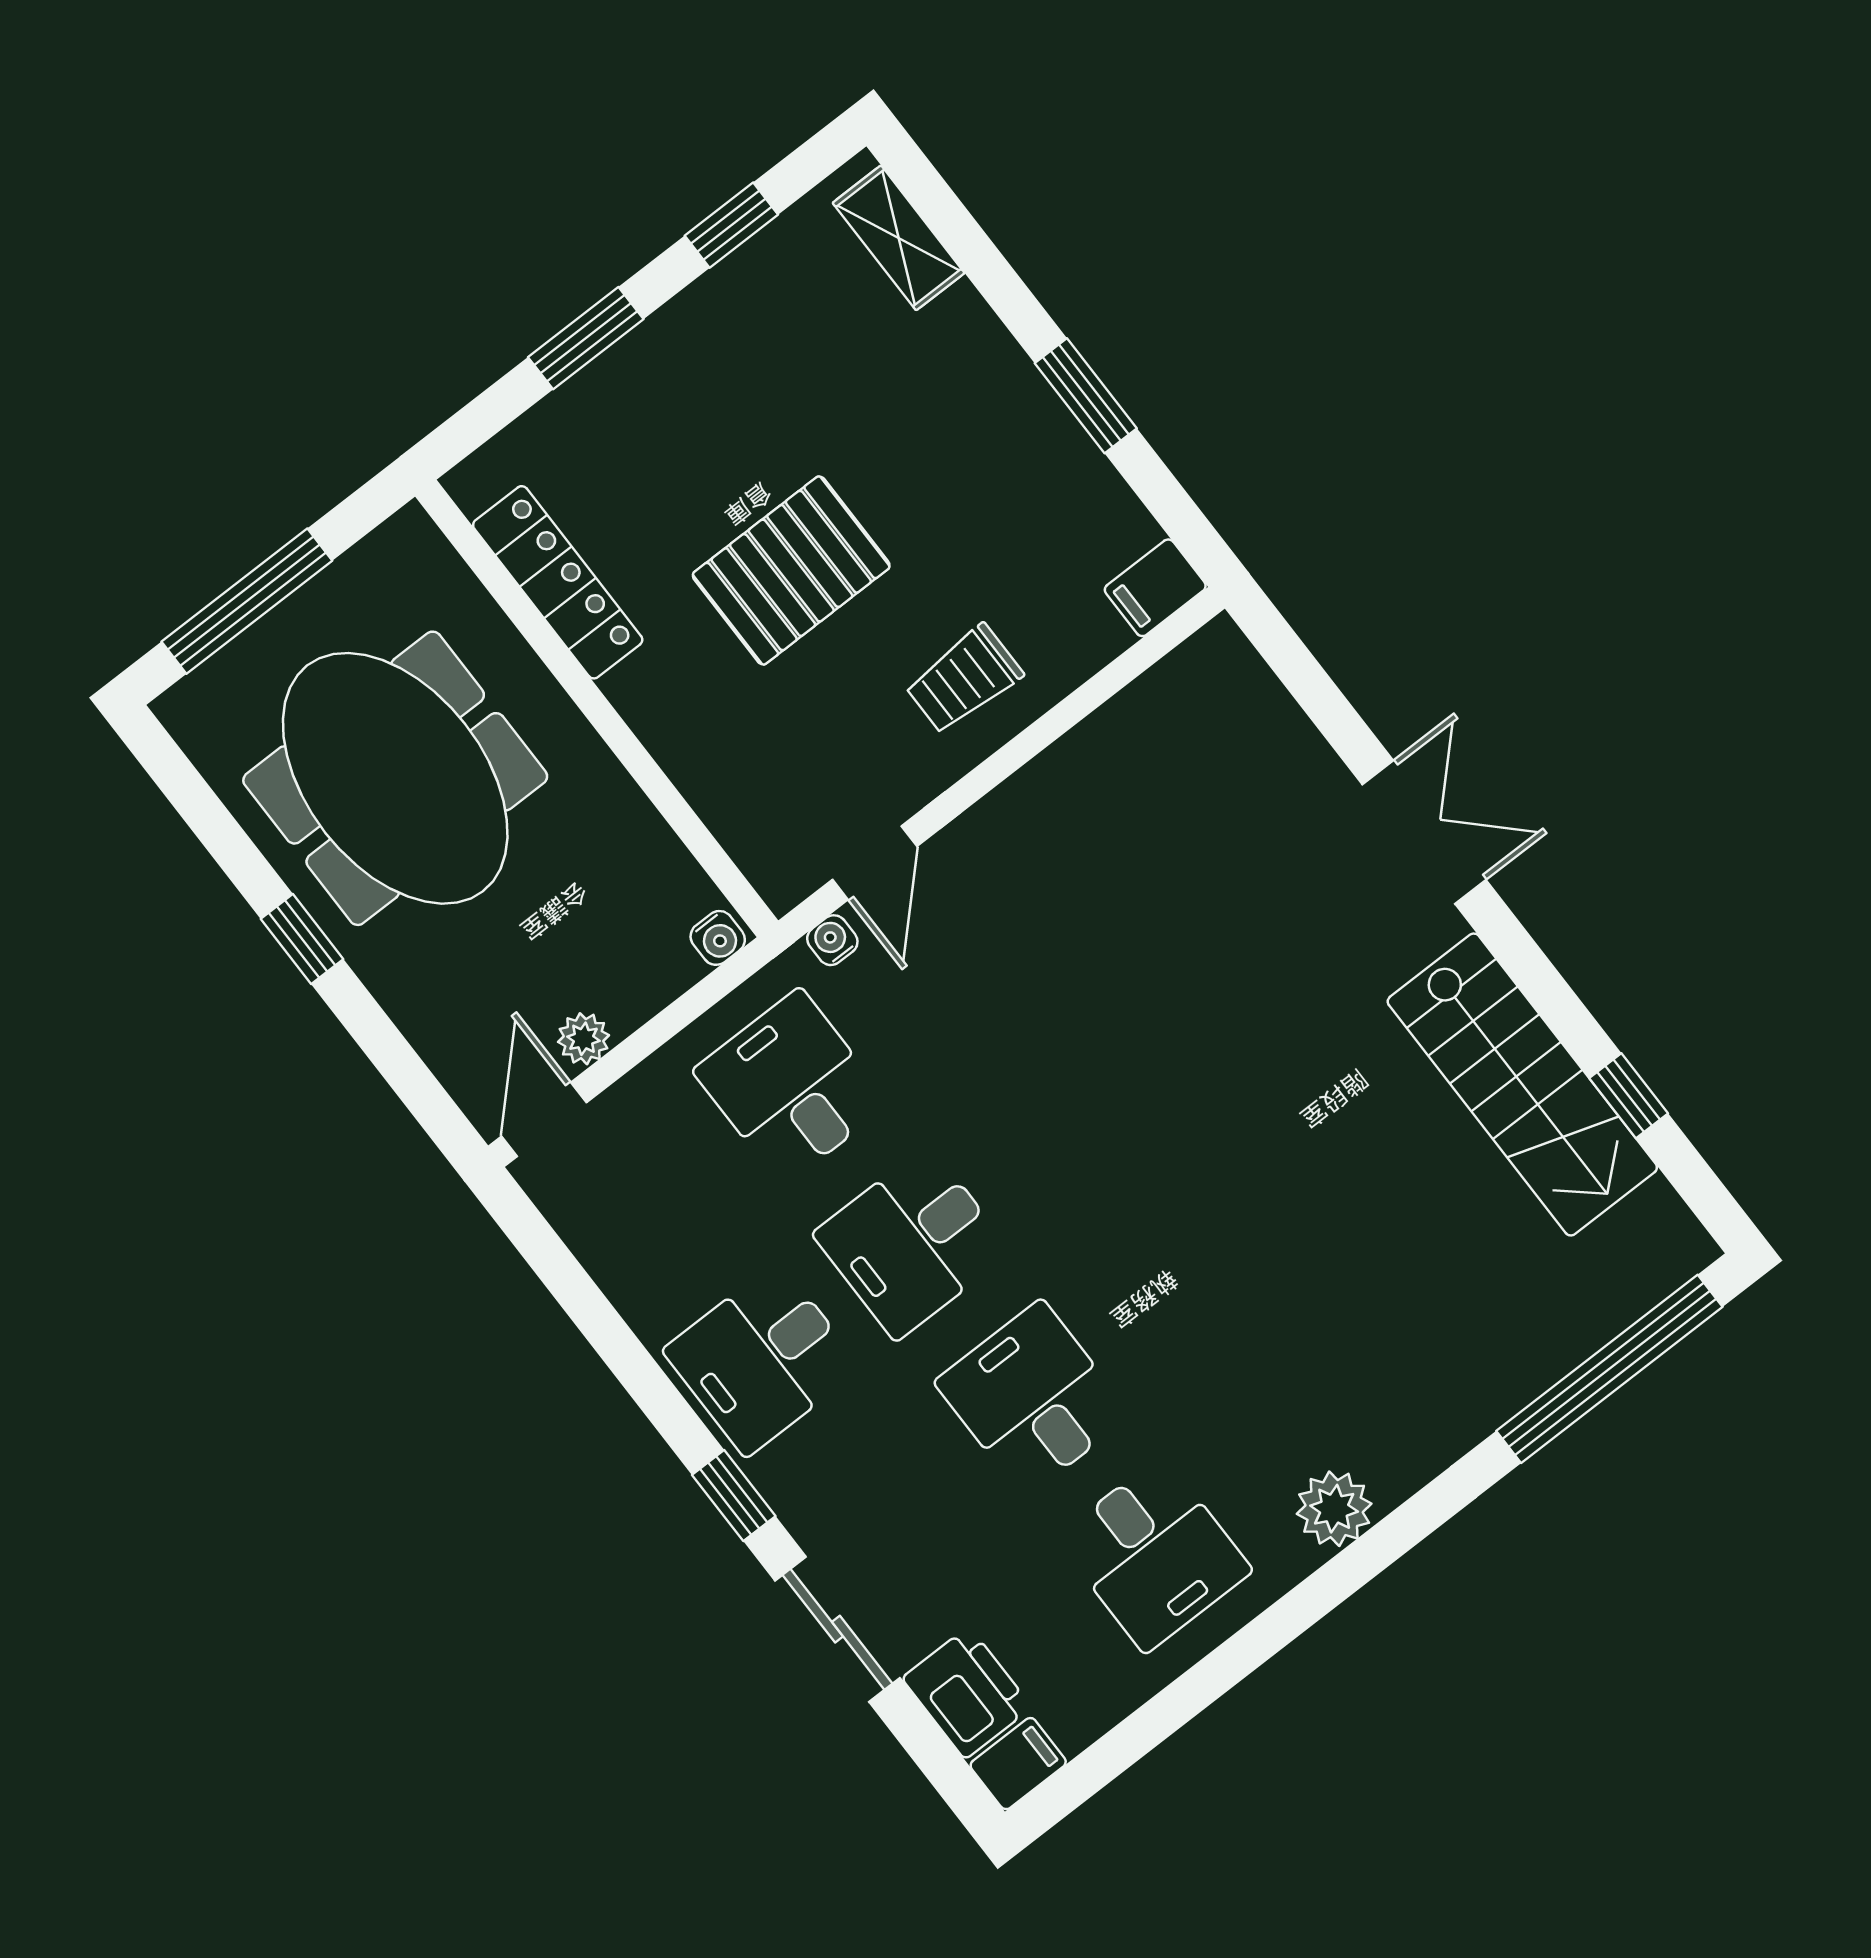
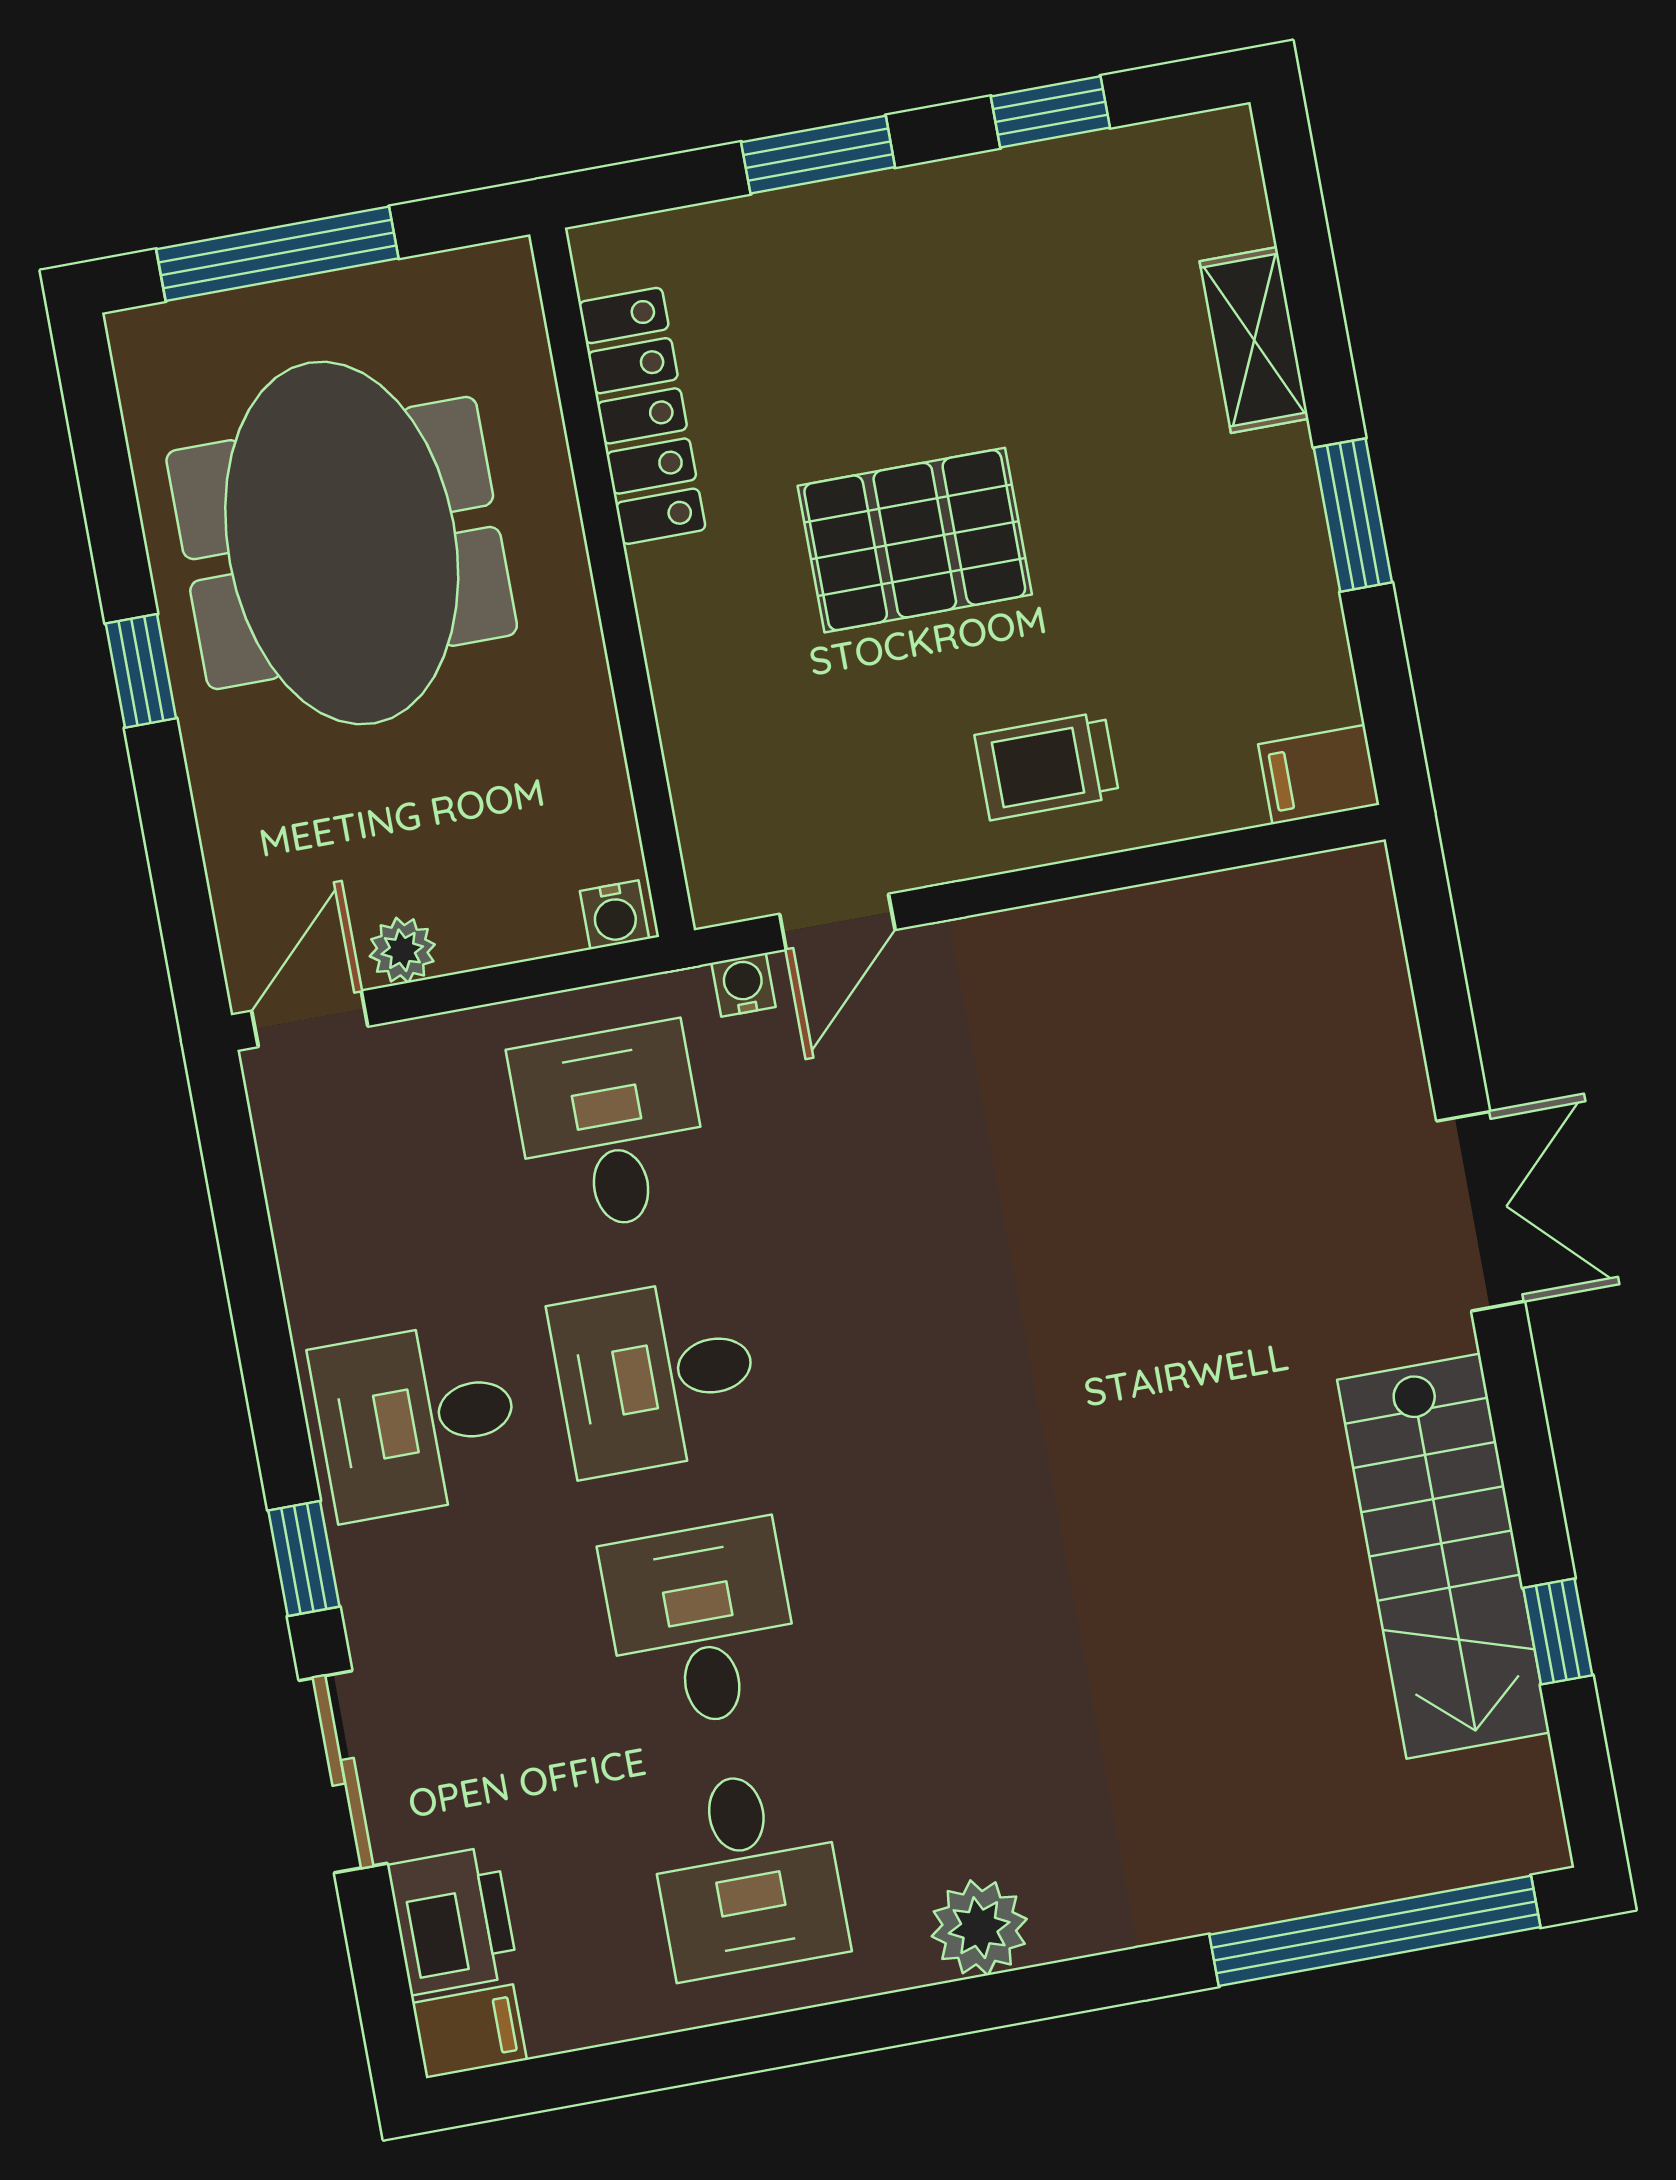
shelving: (899, 238) -> (1254, 340), moved

